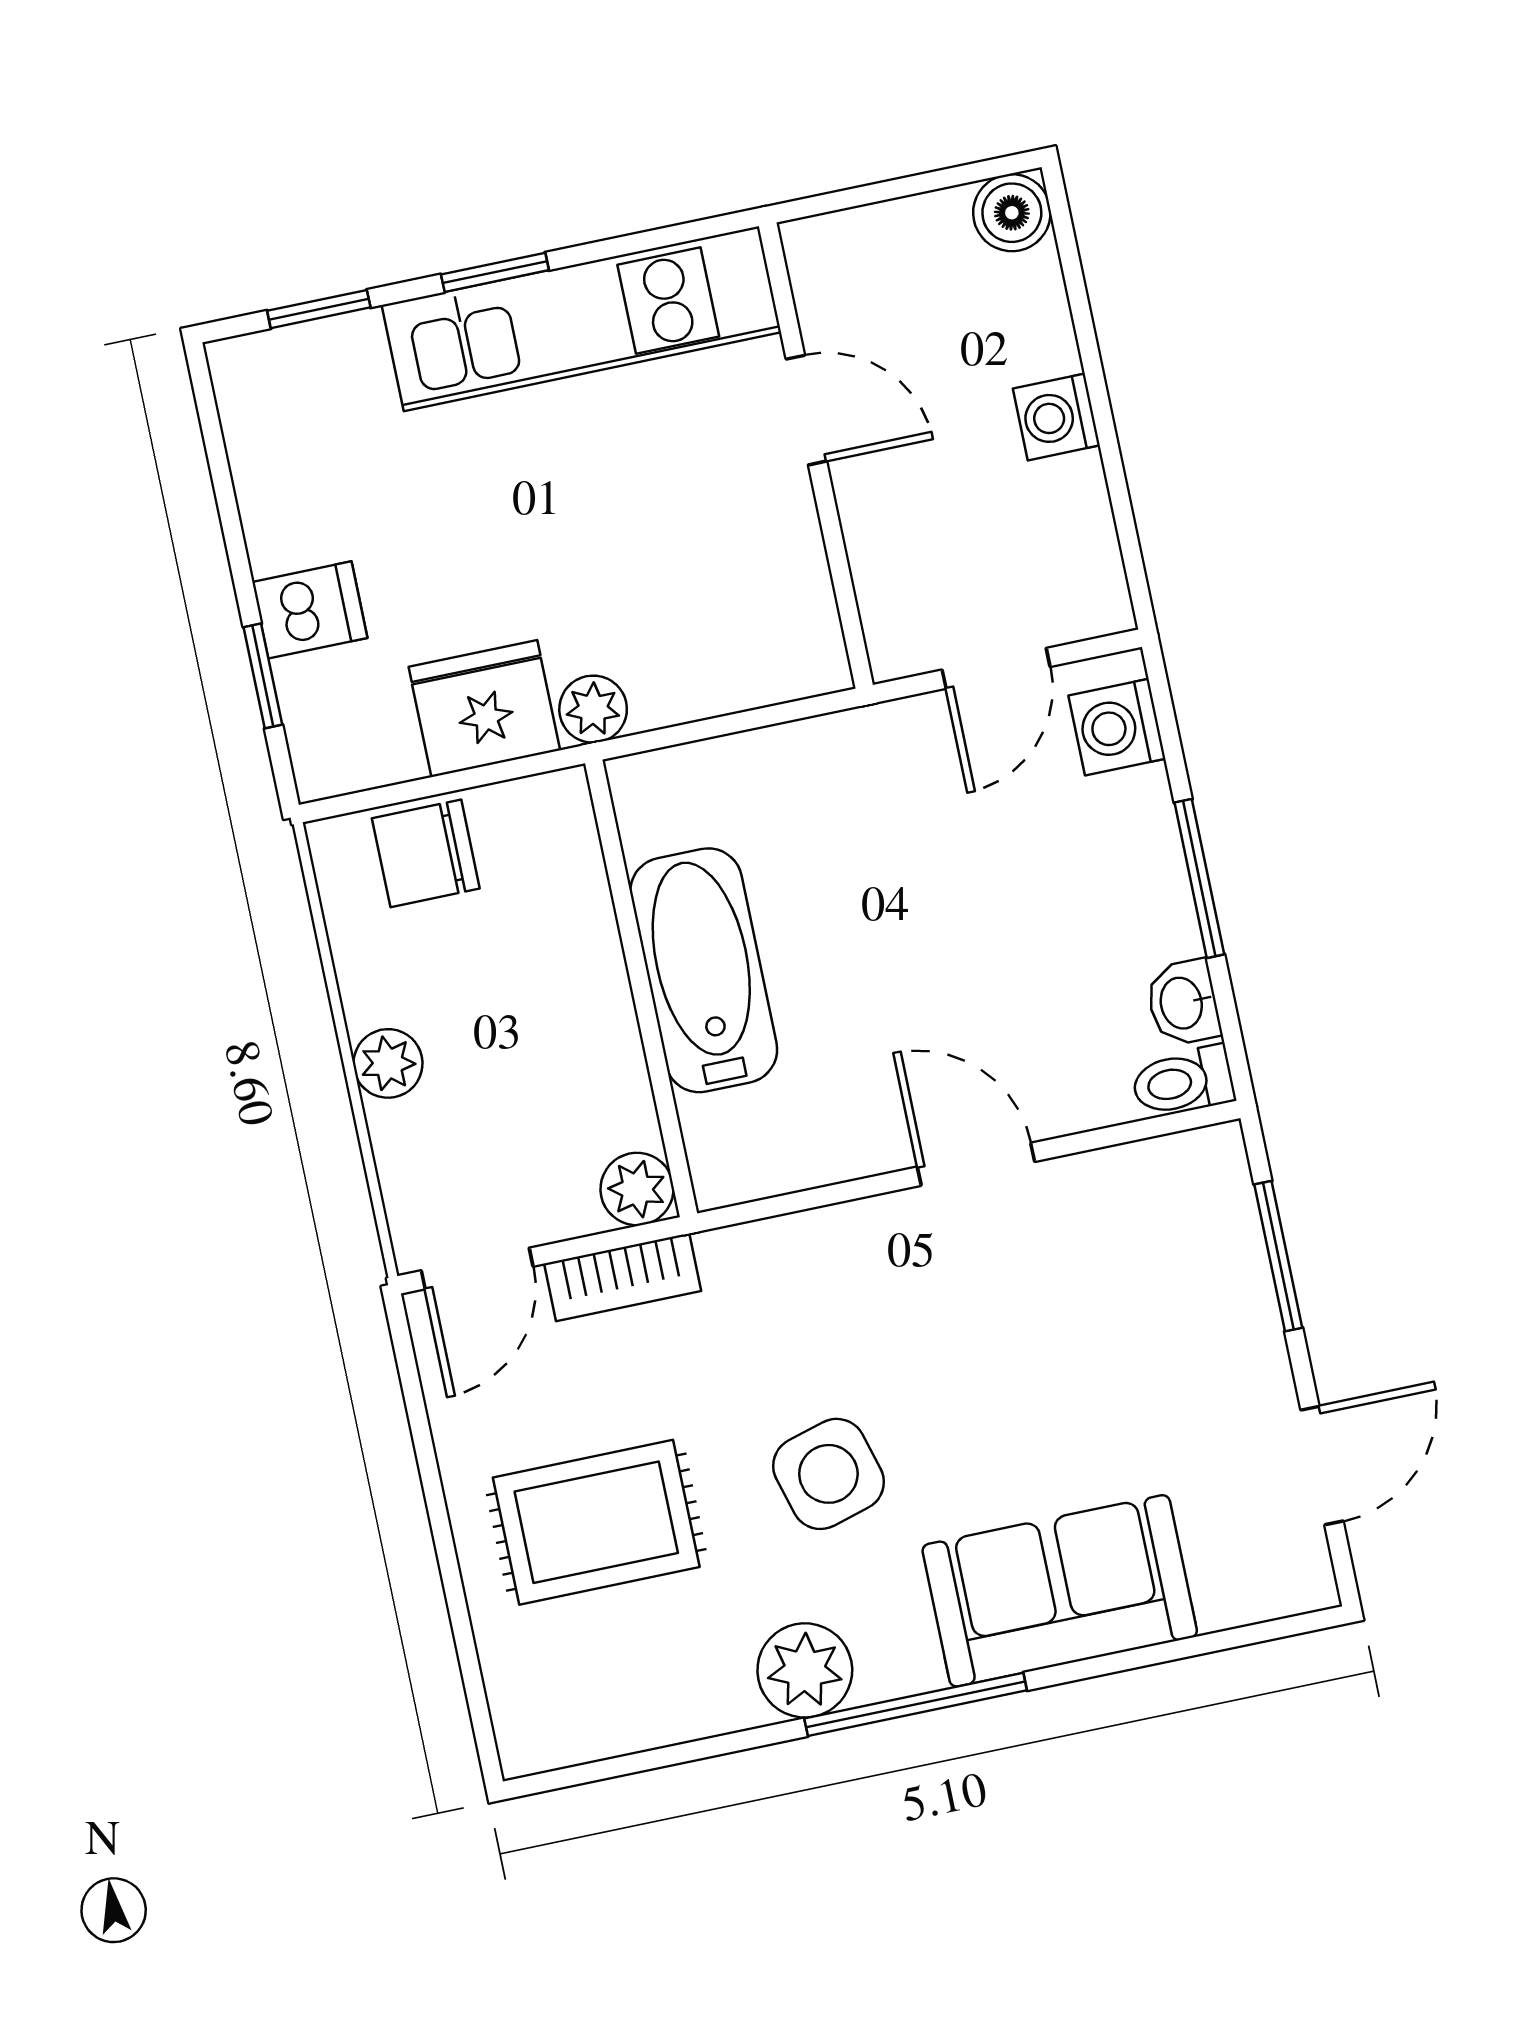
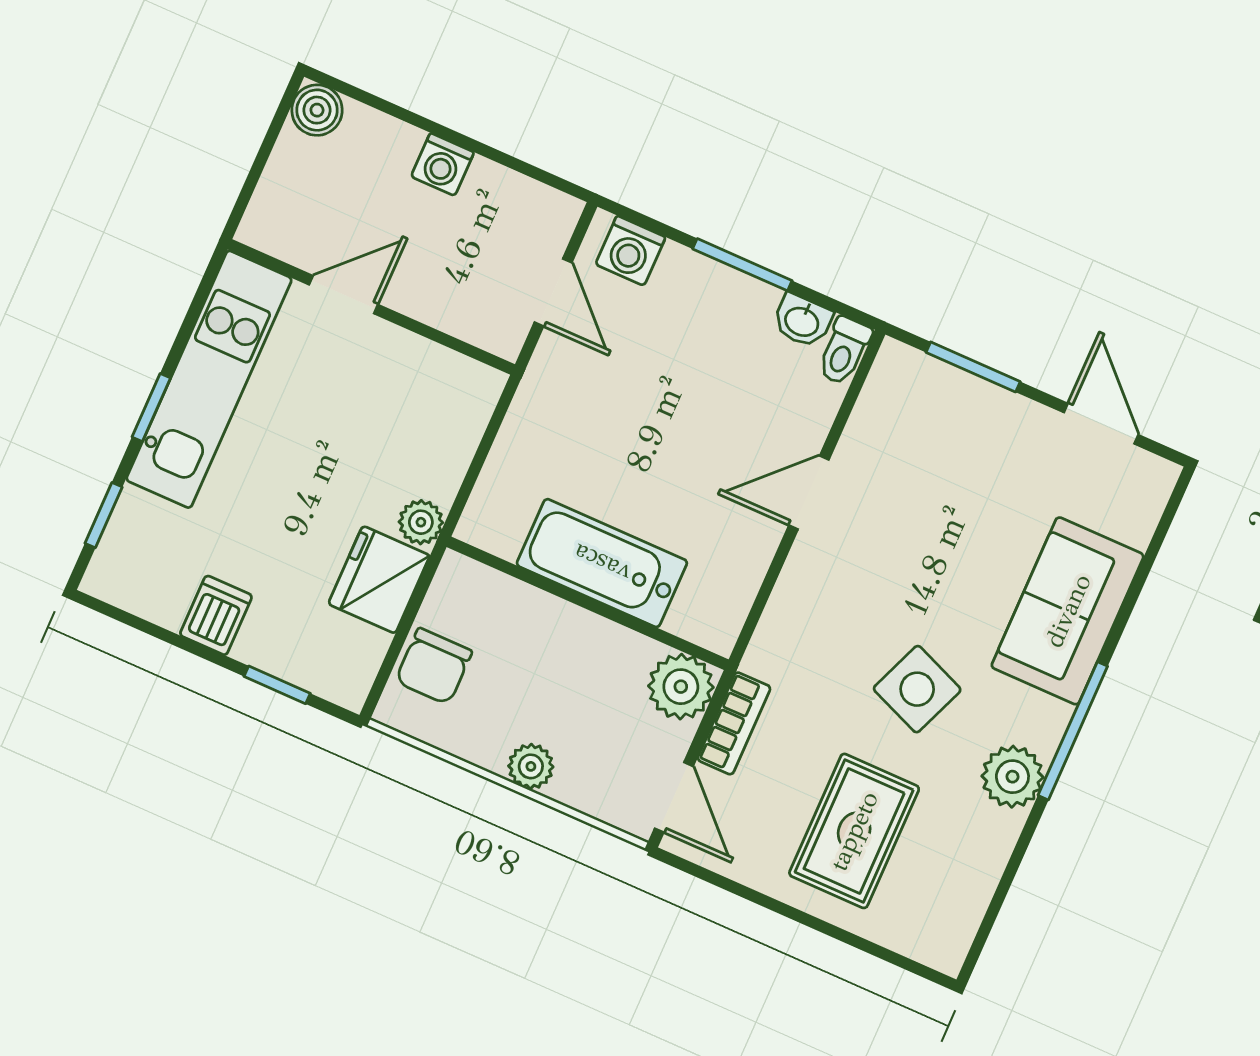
dishwasher: (310, 610) -> (216, 615), moved
plant: (637, 1189) -> (681, 687), width x1.38, depth x1.38
side table: (828, 1474) -> (917, 689), turned 38

